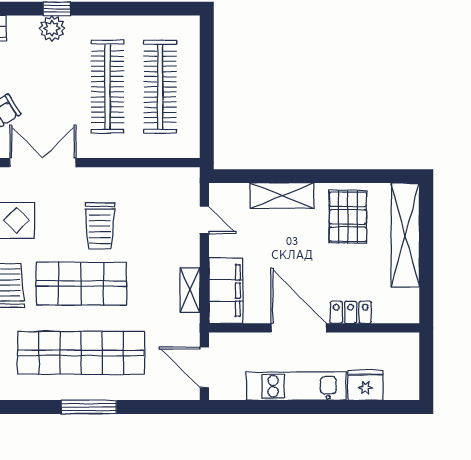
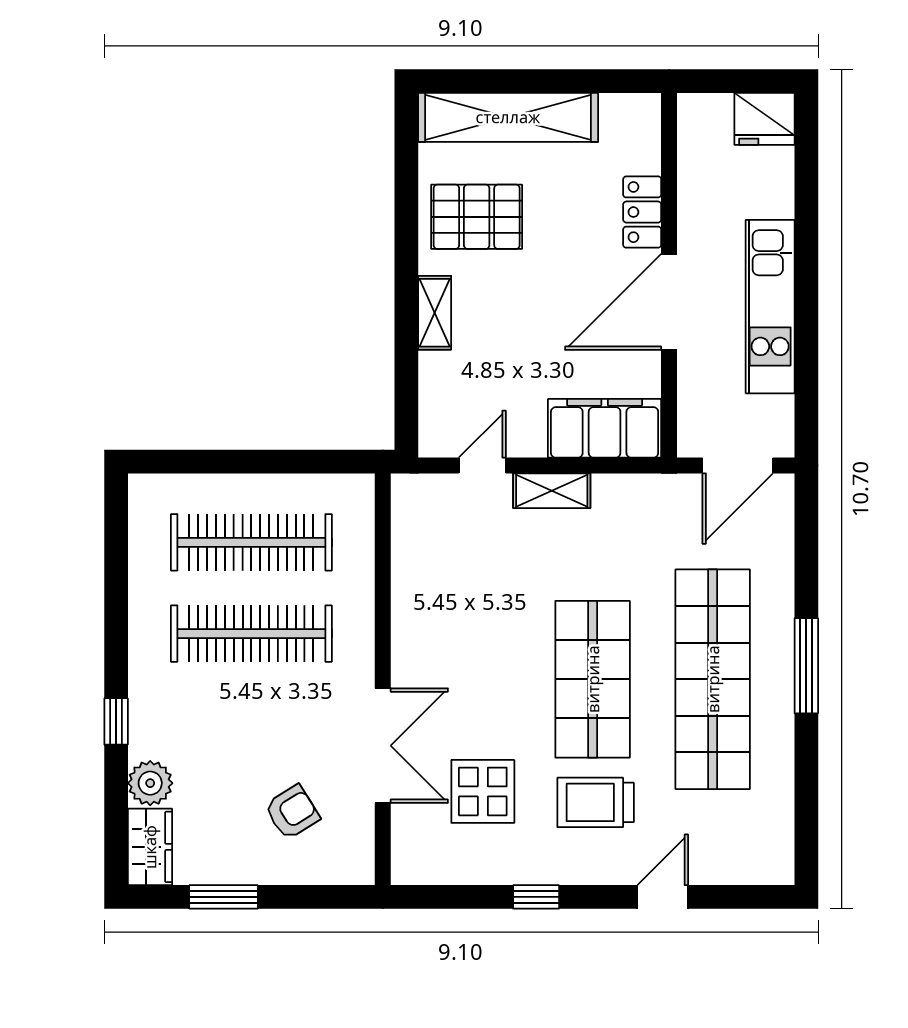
plant: (52, 28) -> (150, 783), moved
double door: (43, 163) -> (383, 746), swing flipped
shelving: (282, 196) -> (435, 313), width x0.67, depth x0.75
trolley: (100, 226) -> (492, 647), removed
shelving: (190, 290) -> (552, 491), moved
fridge: (365, 385) -> (764, 119), moved, turned -90

